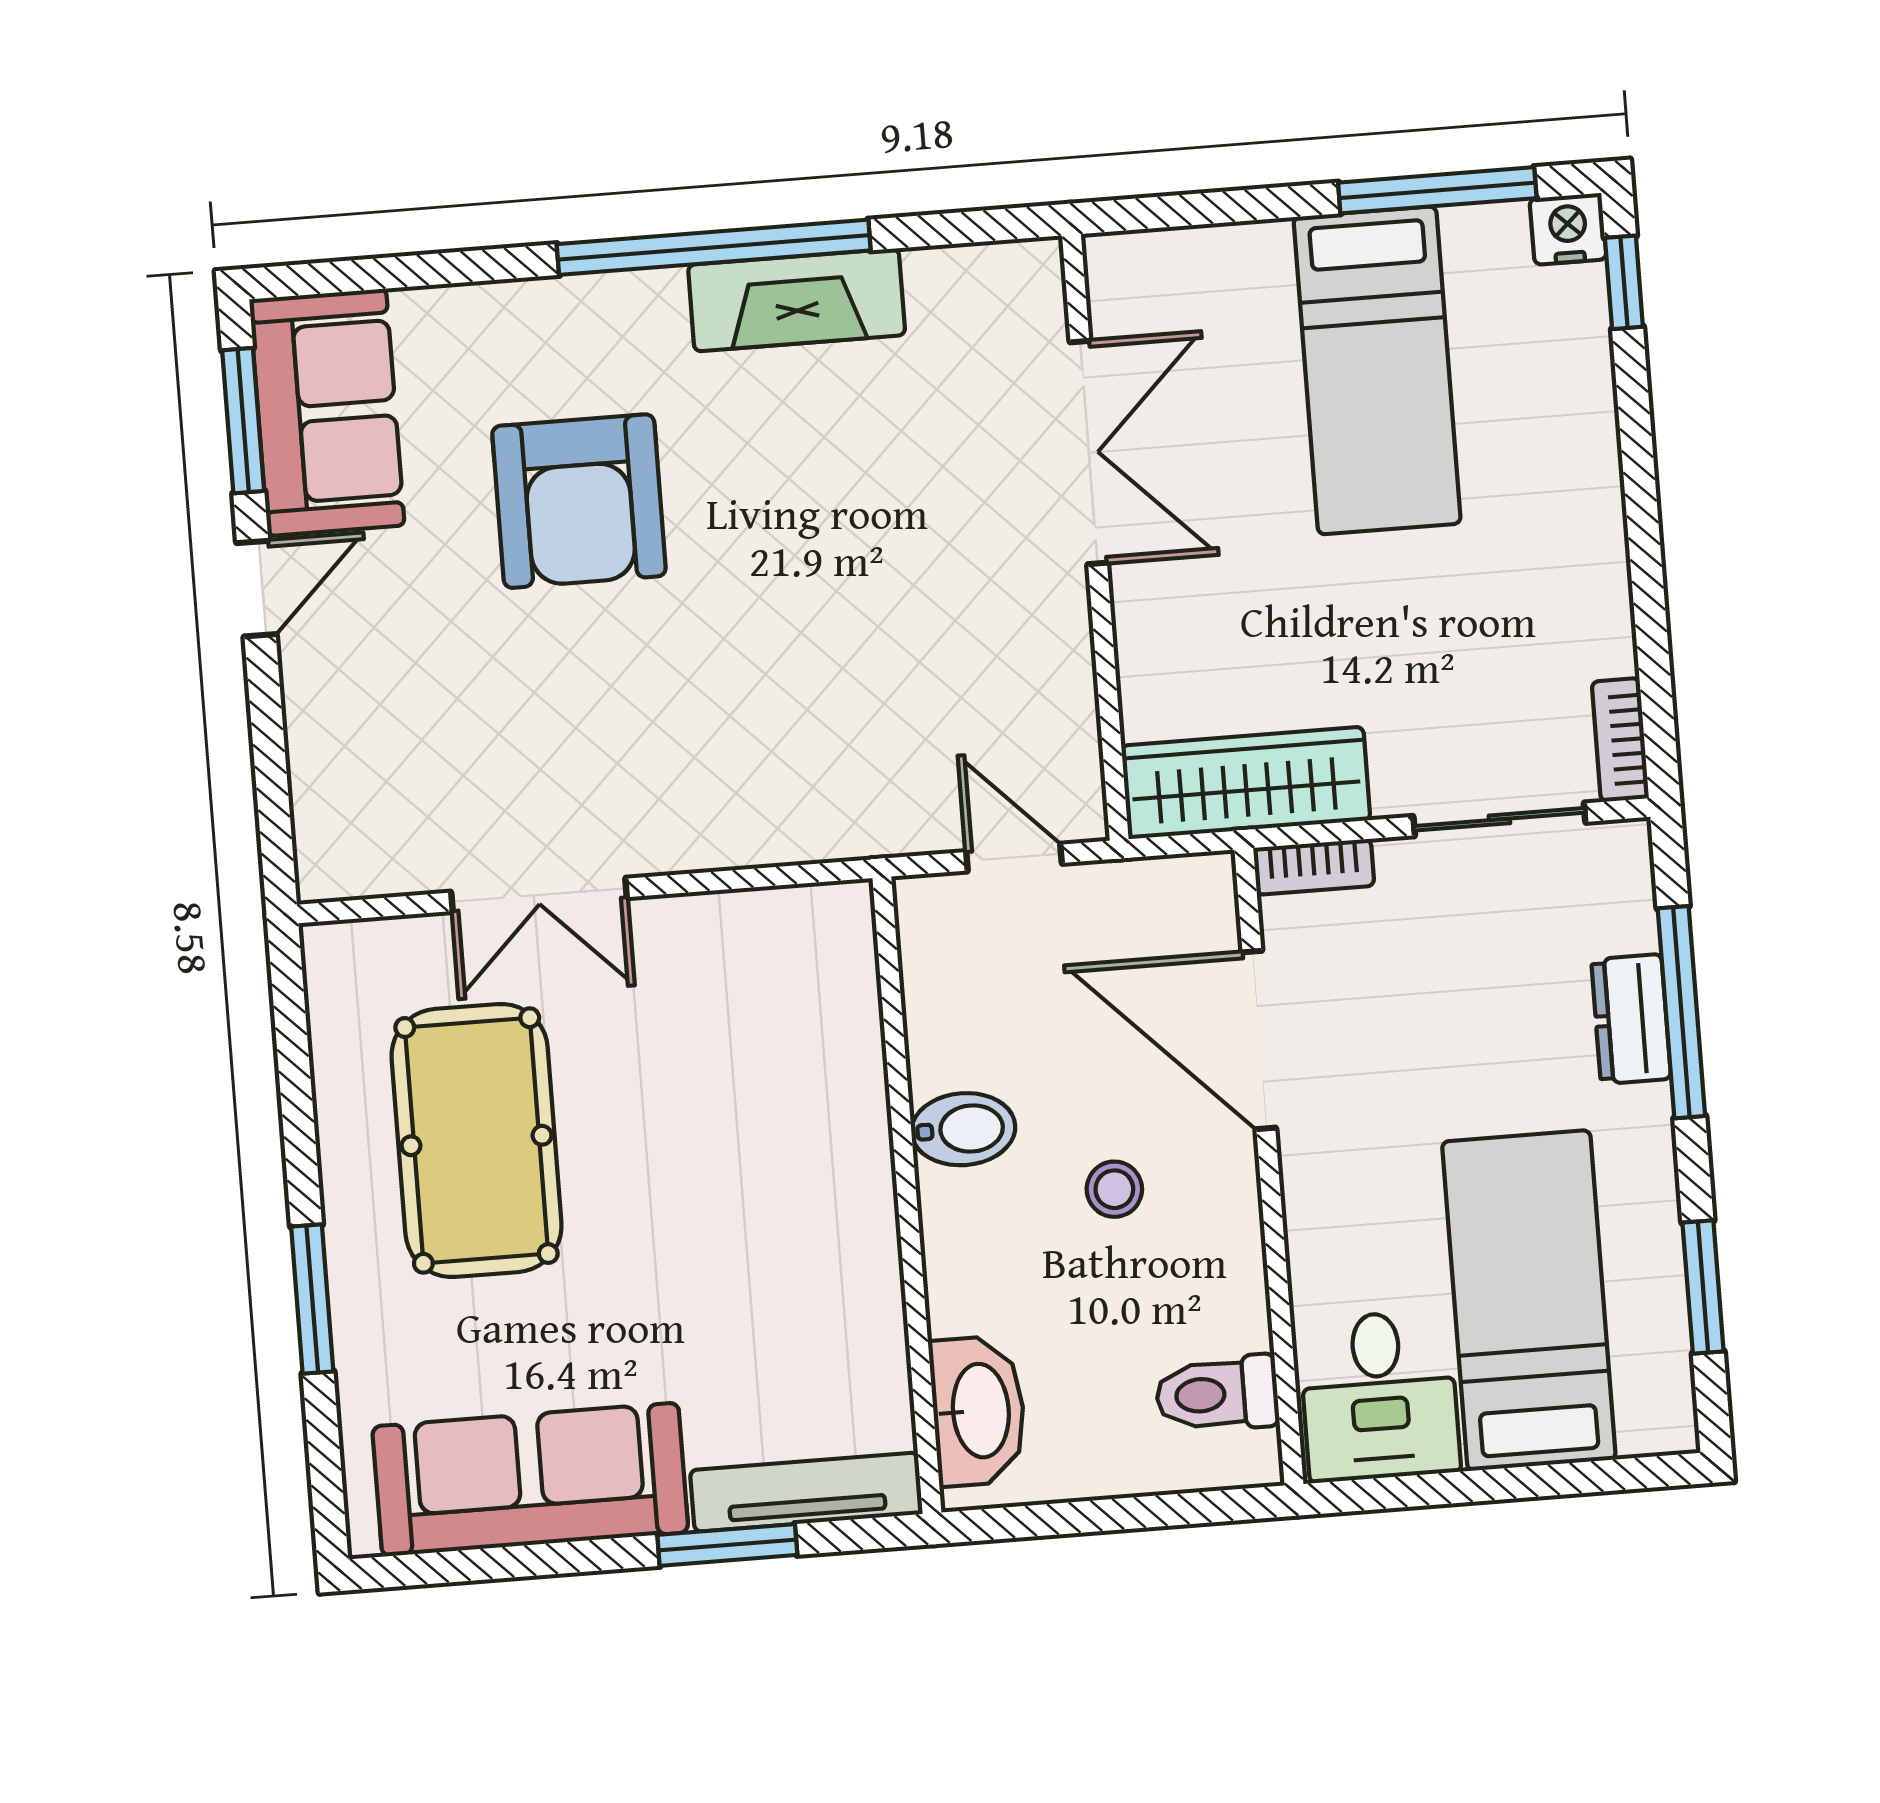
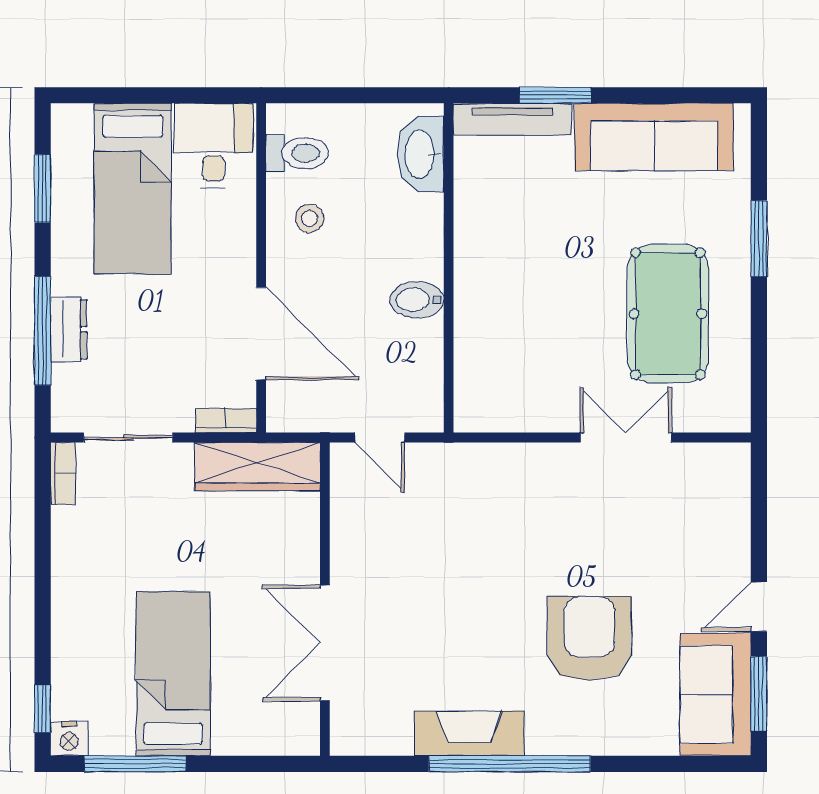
stool: (1114, 1189) -> (310, 218), moved

